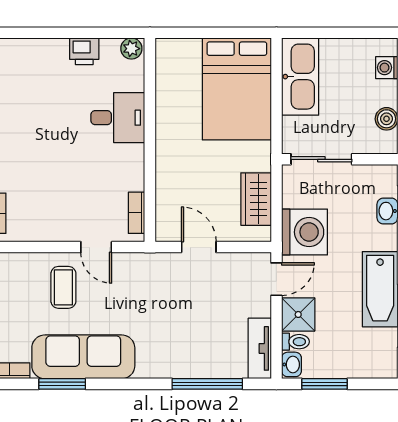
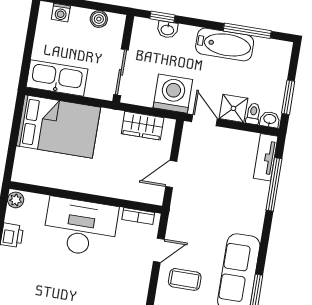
desk: (118, 118) -> (81, 227), width x1.87, depth x1.30
tv unit: (260, 348) -> (266, 157), moved, turned 90

